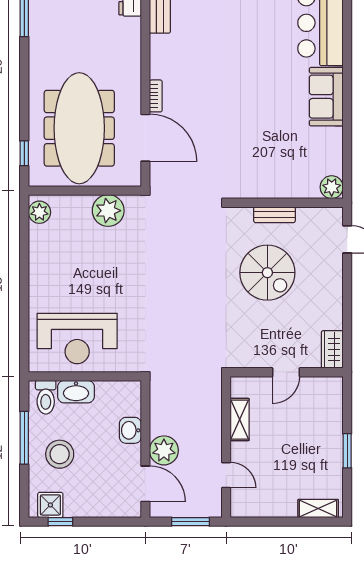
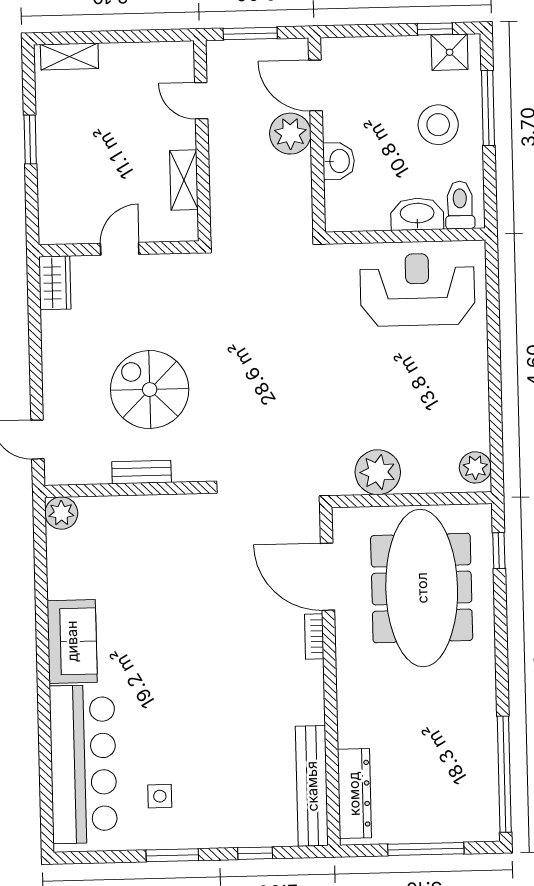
window: (24, 438) -> (488, 108), moved

